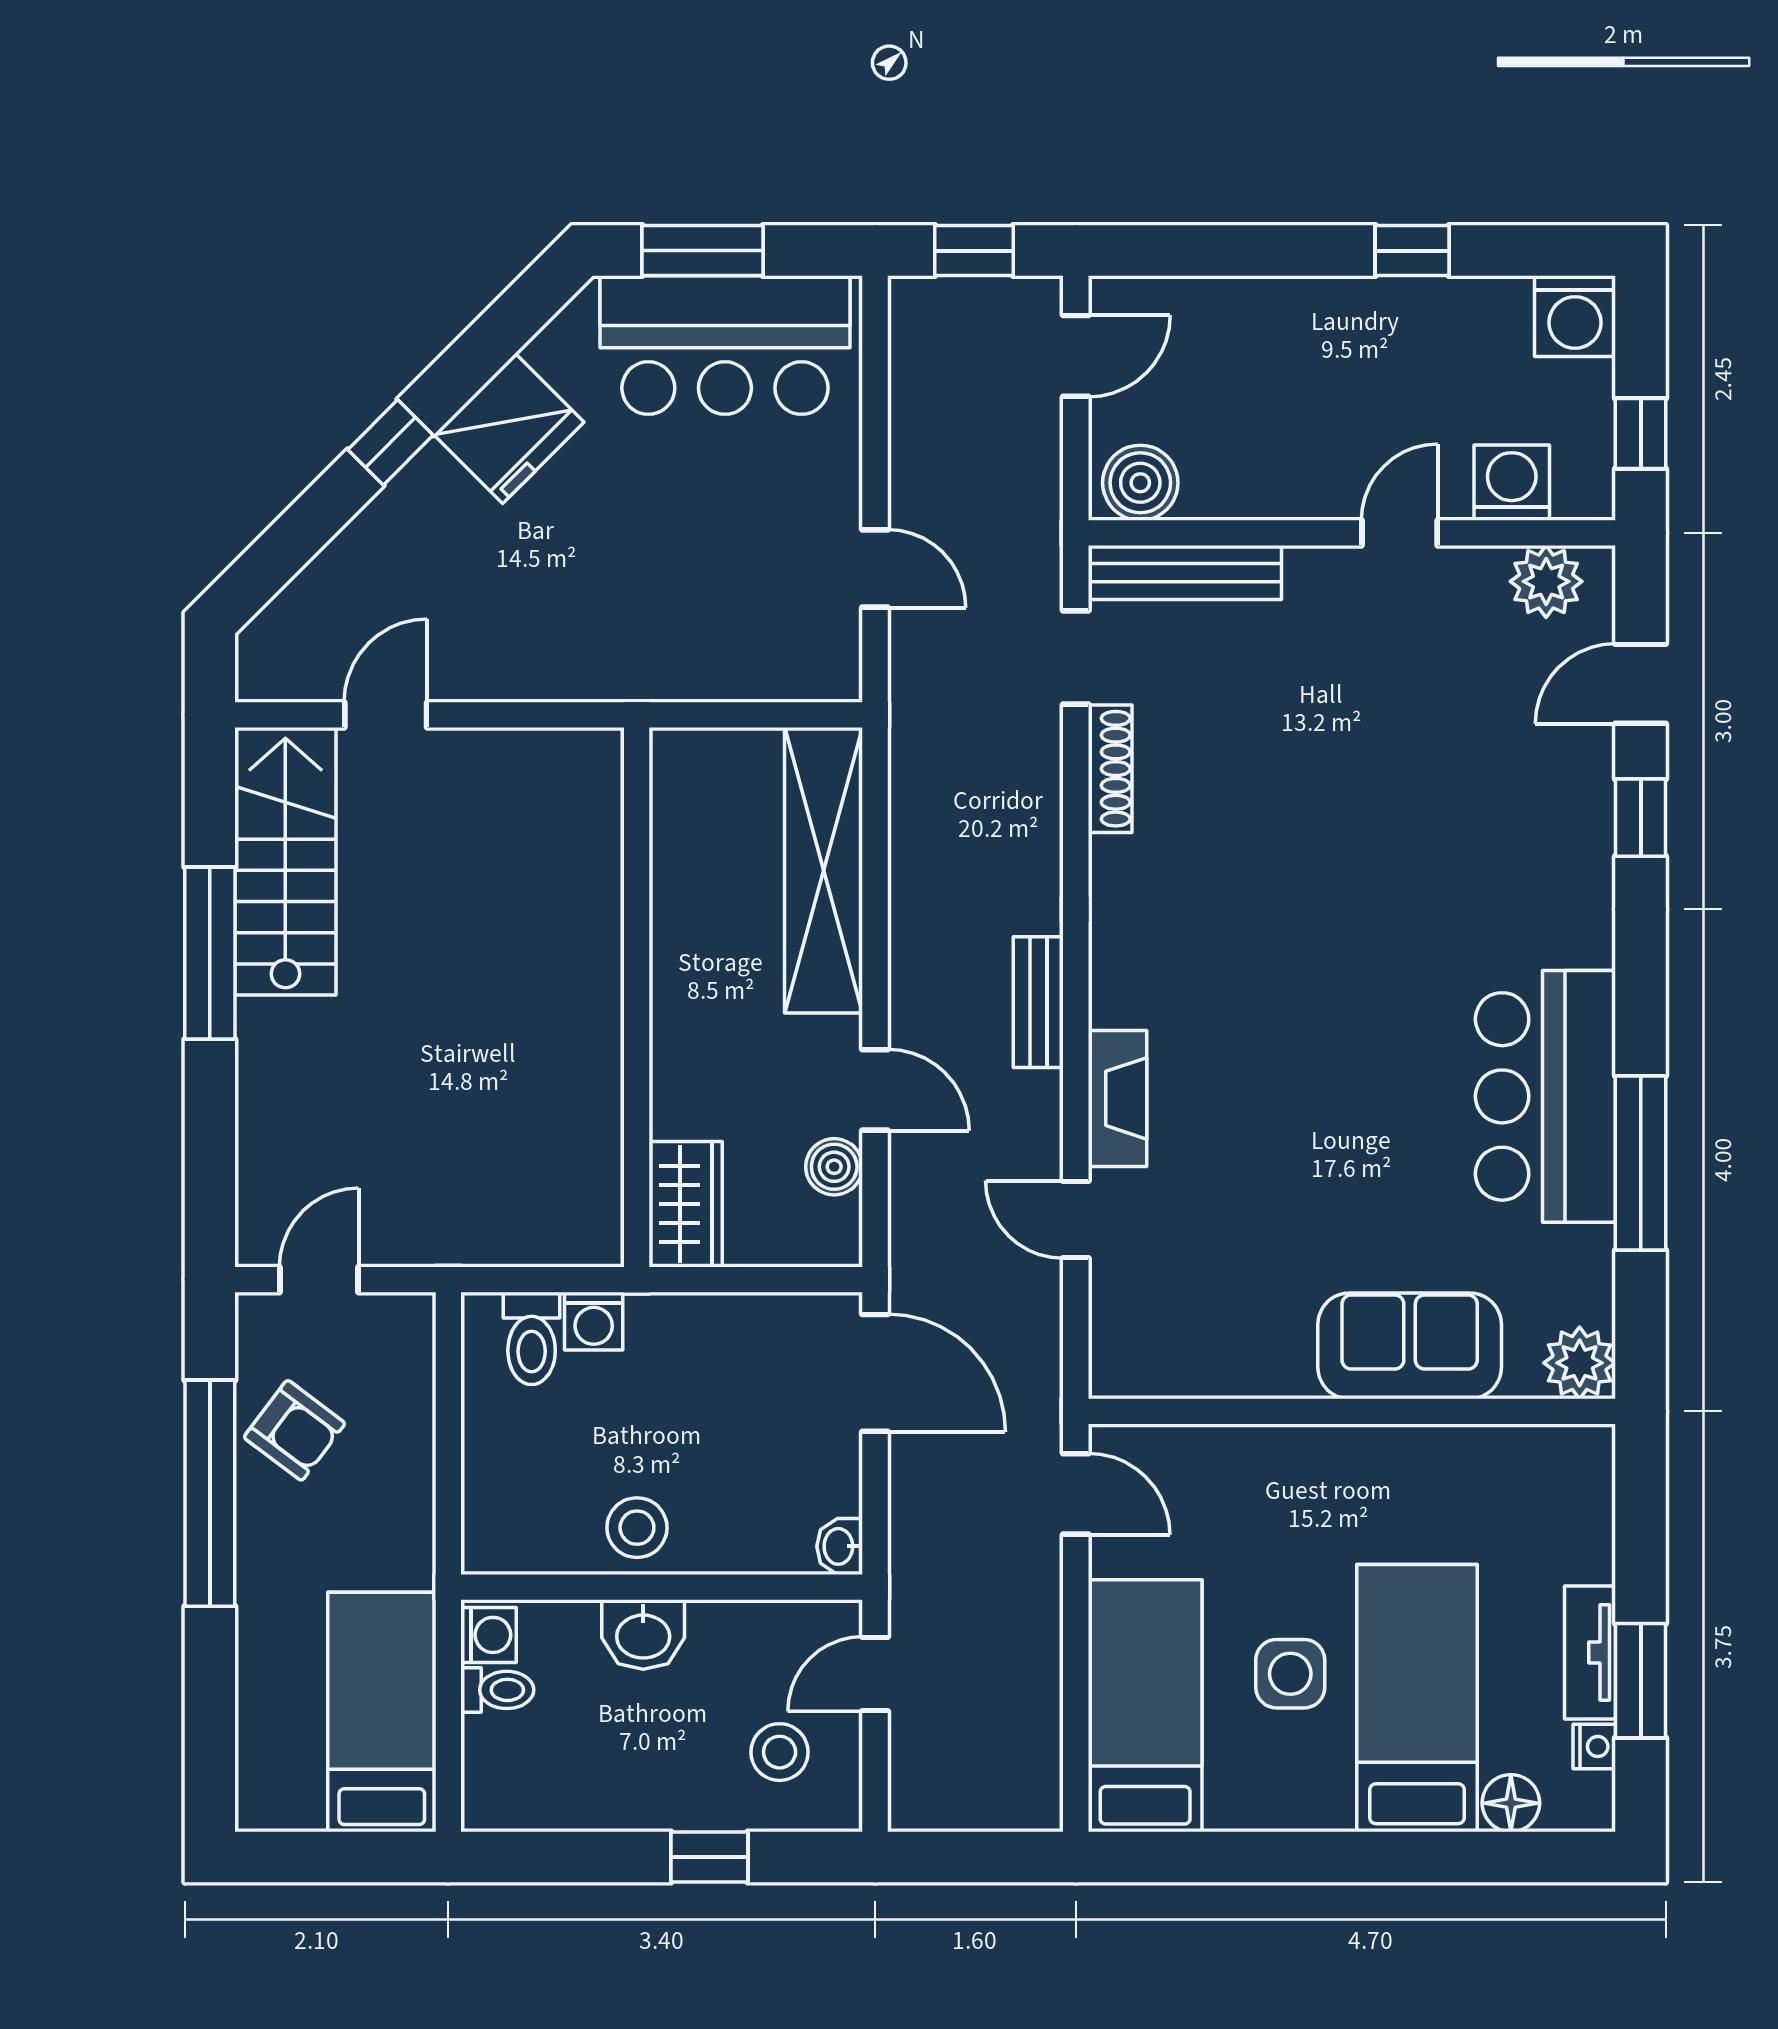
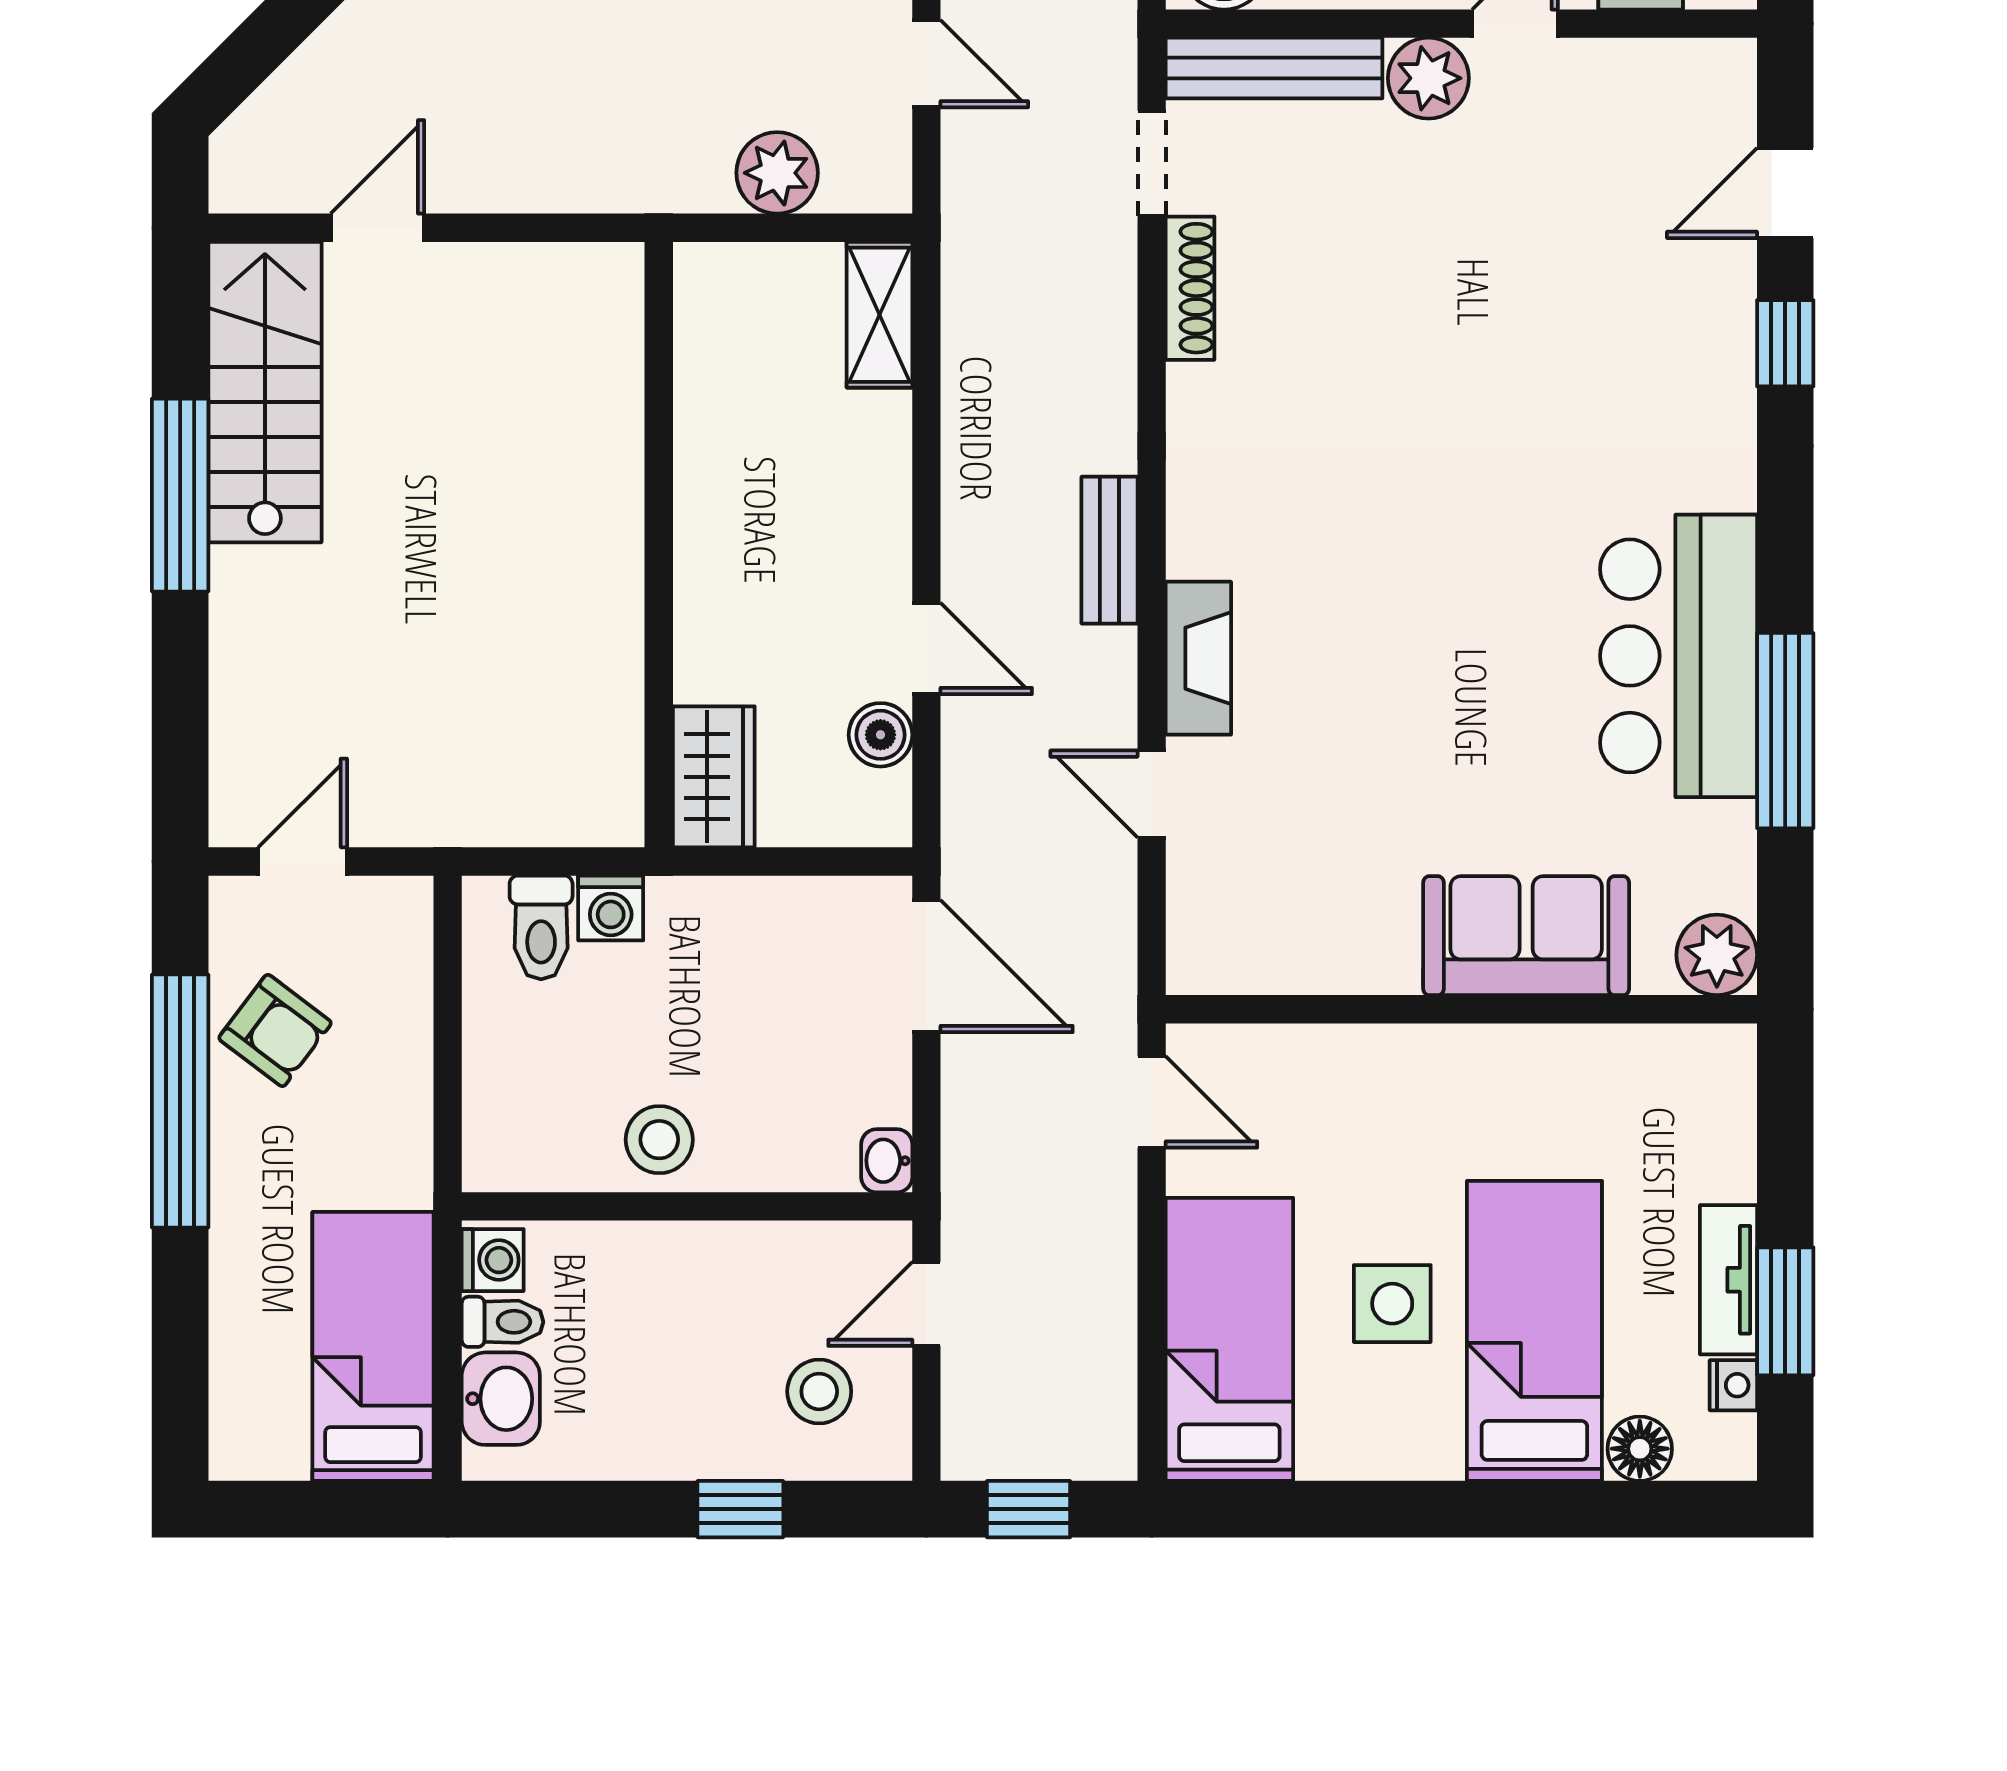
plant: (1546, 581) -> (1428, 78), moved
plant: (742, 666) -> (777, 173), added
shelving: (823, 870) -> (879, 315), width x0.45, depth x0.75
washbasin: (643, 1635) -> (501, 1399), moved, turned -90
window: (966, 1857) -> (1028, 1509), added

